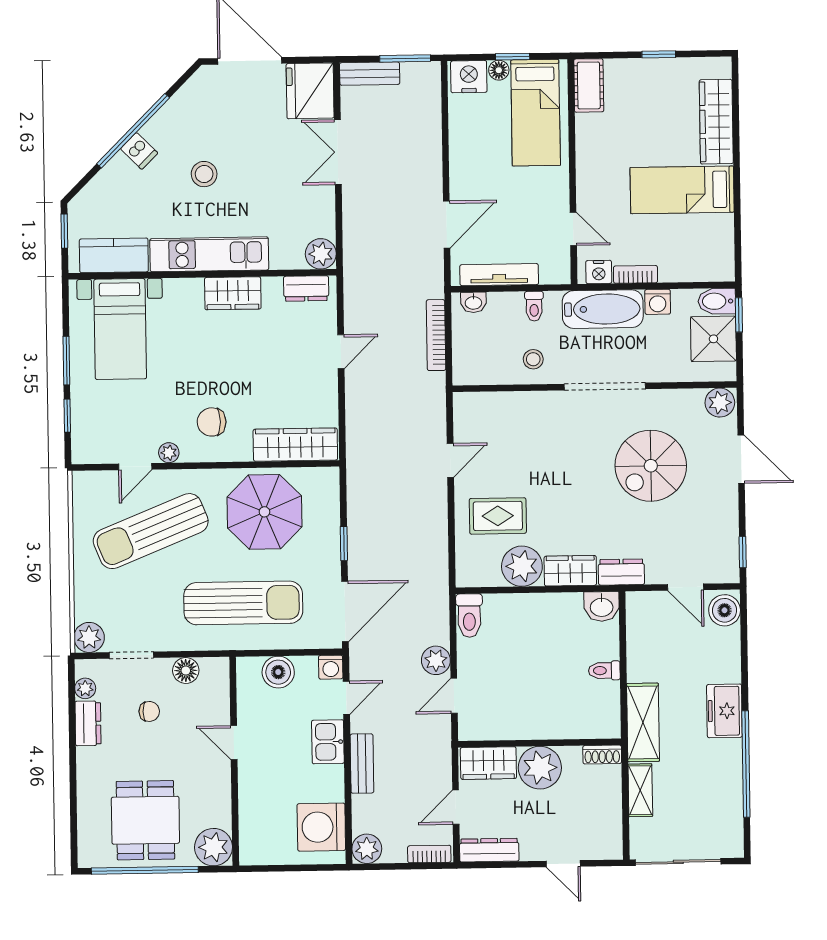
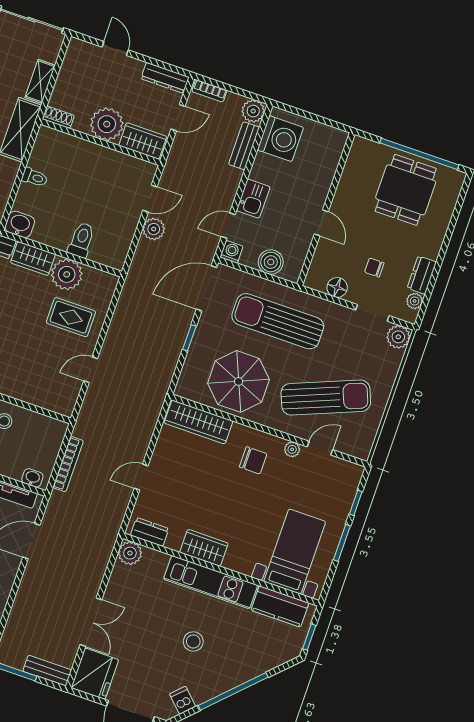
dishwasher: (139, 151) -> (183, 700), moved
toilet: (469, 616) -> (81, 240), moved
bench: (362, 764) -> (244, 146), moved
plant: (214, 847) -> (364, 152), removed

